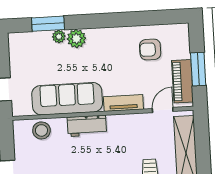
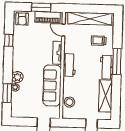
window: (138, 19) -> (9, 40), added
armchair: (150, 49) -> (22, 19), moved
workbench: (87, 126) -> (69, 65), moved

